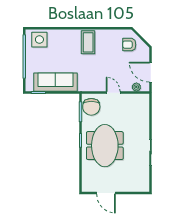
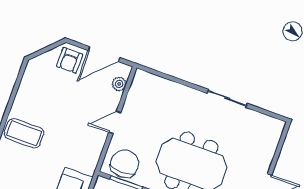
armchair: (129, 45) -> (70, 60), moved
chair: (91, 107) -> (125, 164), turned -90

